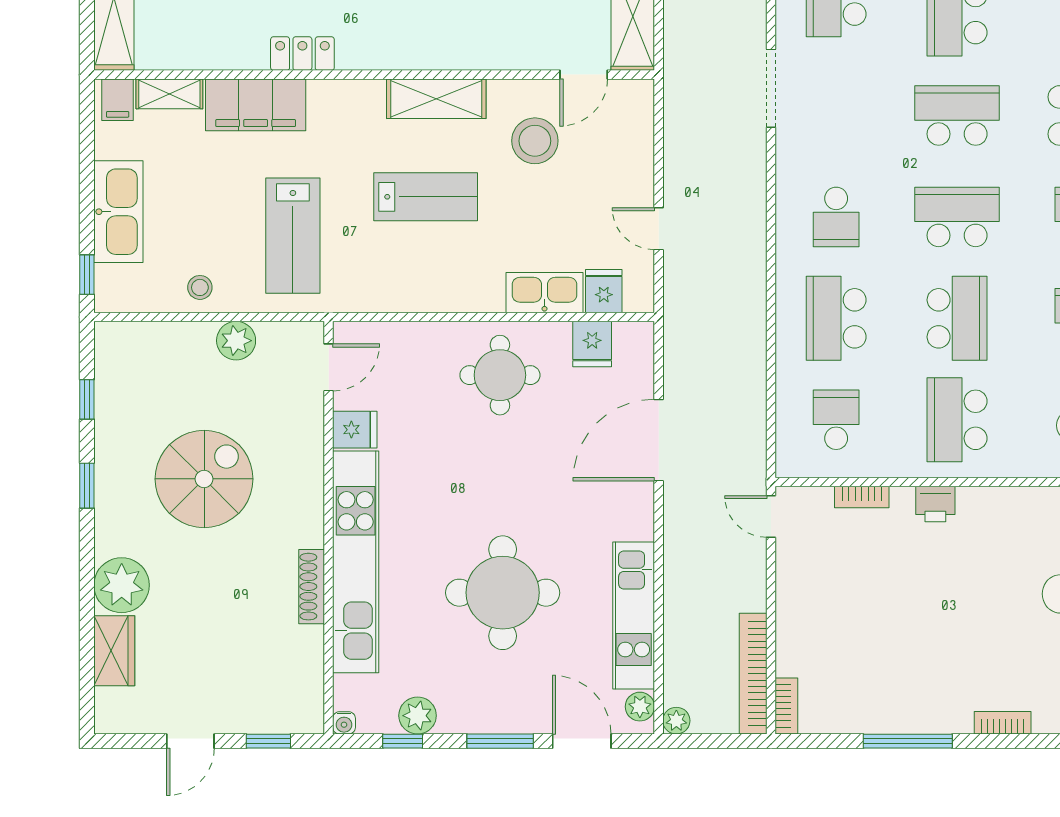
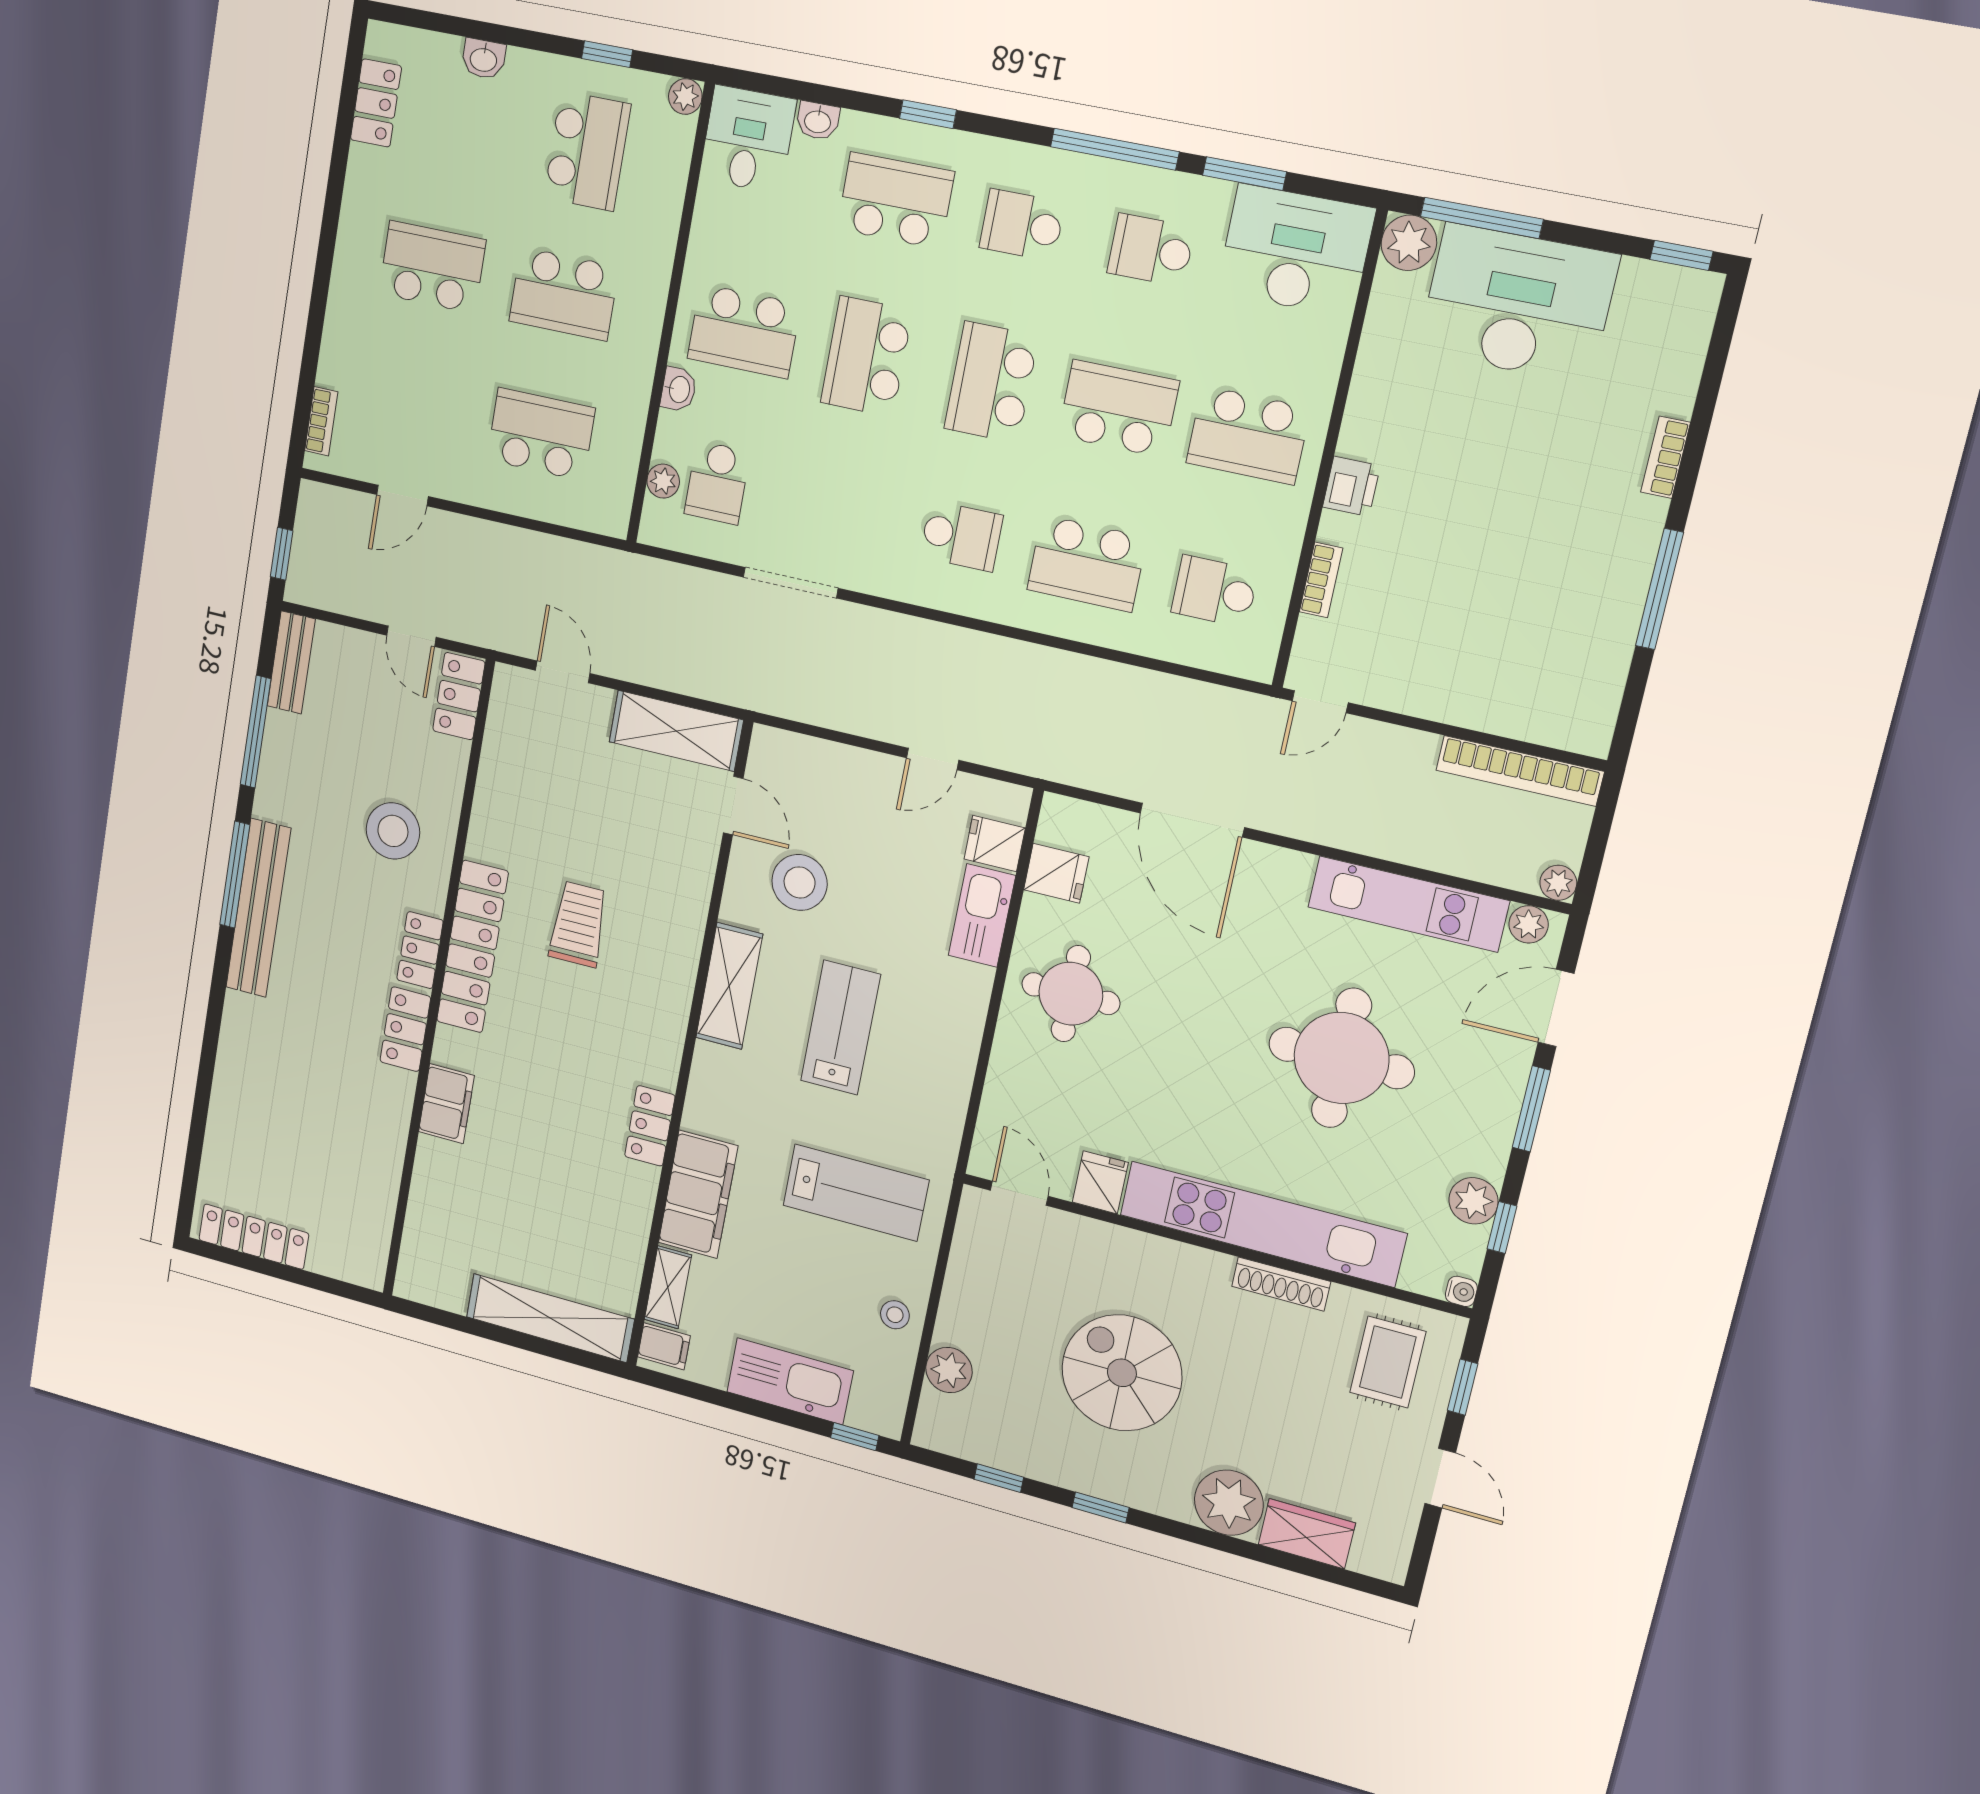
plant: (236, 341) -> (949, 1370), moved
rug: (272, 681) -> (1388, 1362), added
bookcase: (786, 706) -> (1573, 738), removed

